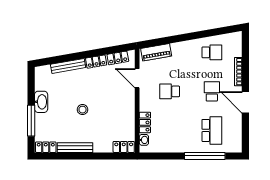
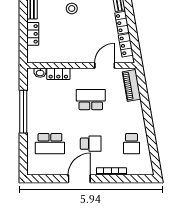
school desk: (170, 91) -> (91, 100), width x1.85
locker: (124, 147) -> (33, 34), moved
window: (205, 156) -> (23, 112), moved

